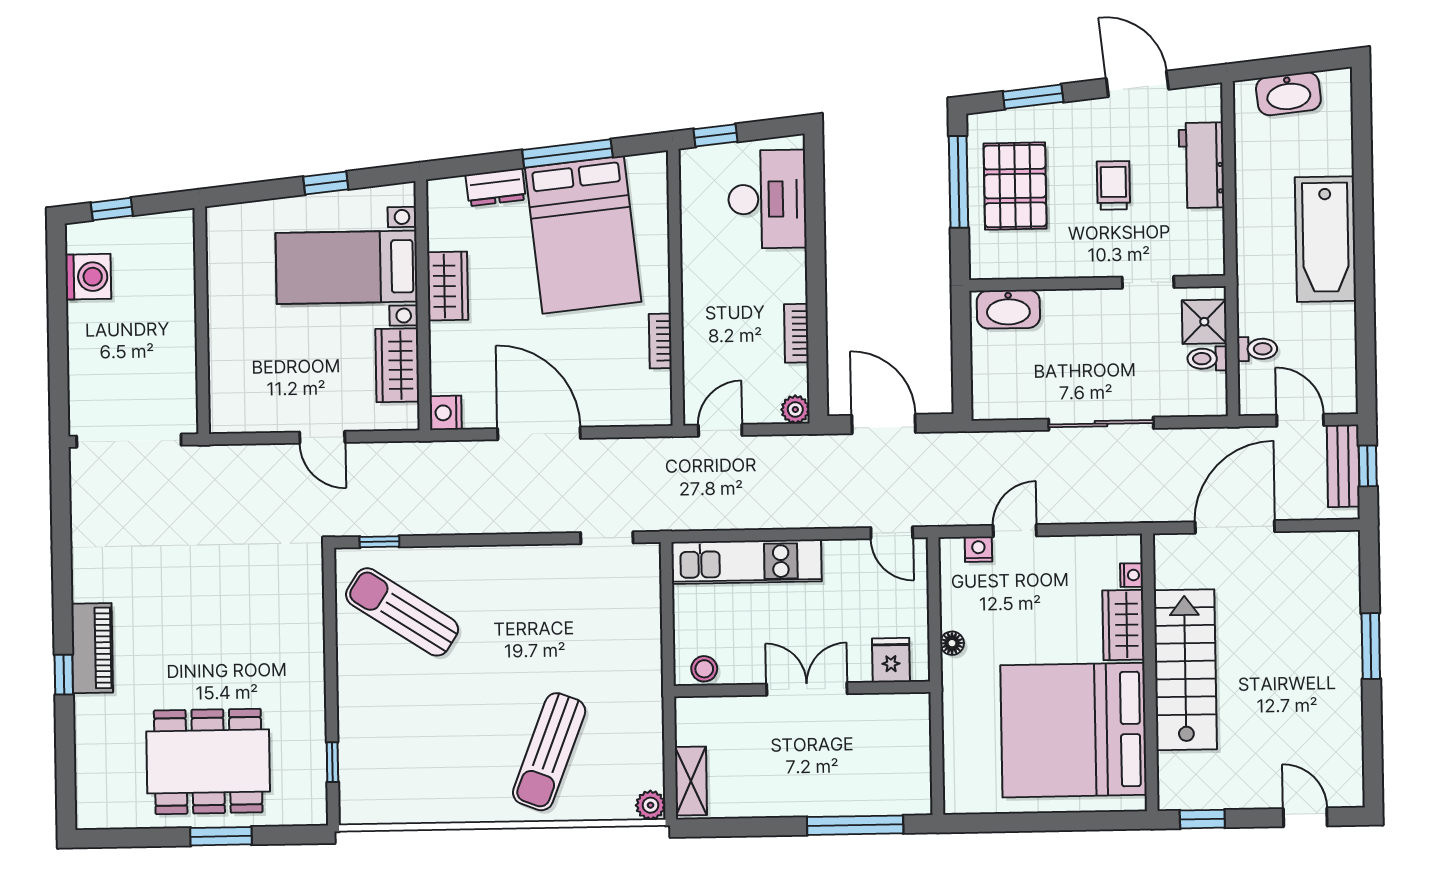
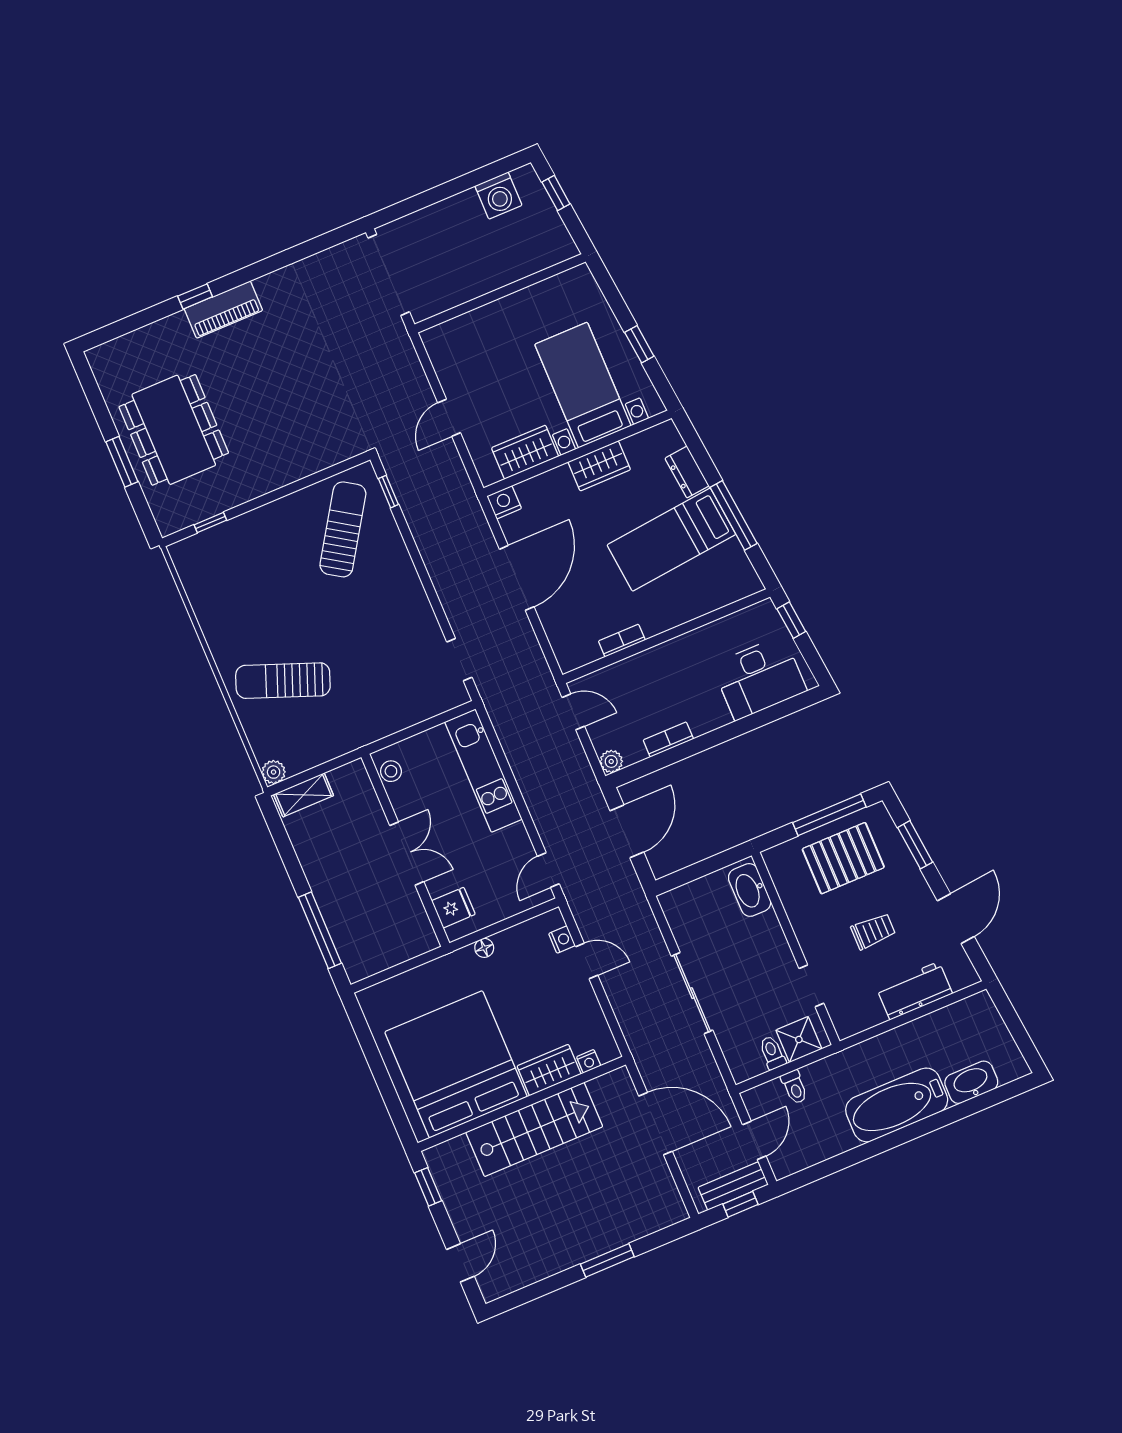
washbasin: (1288, 94) -> (971, 1082), moved, turned 96
bed: (583, 235) -> (671, 540), width x0.67

